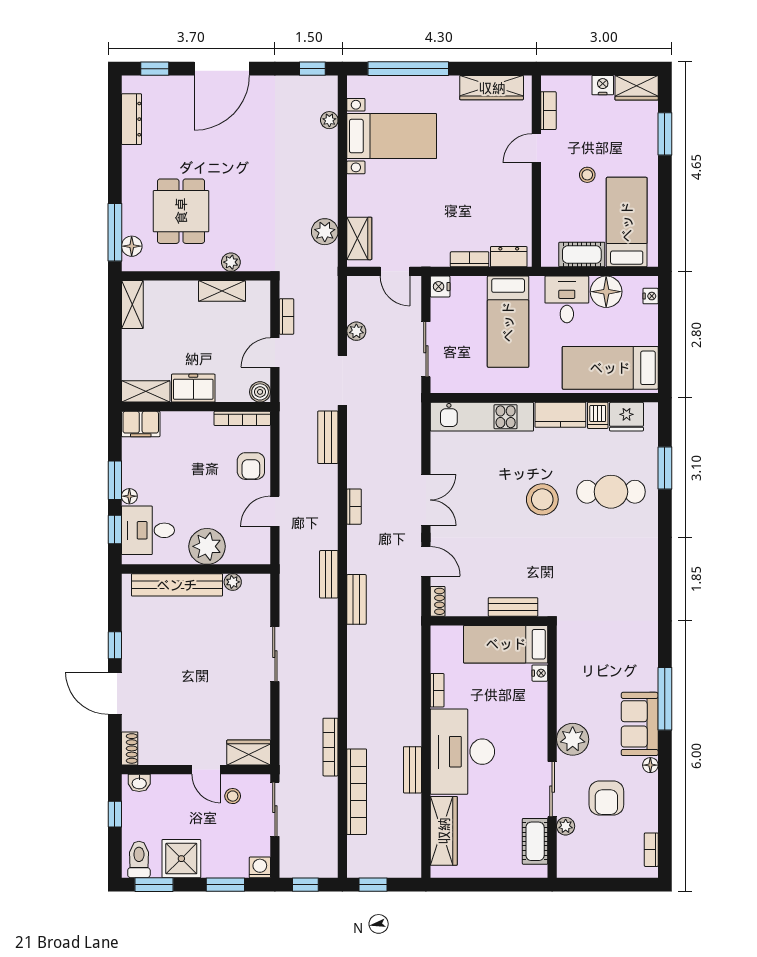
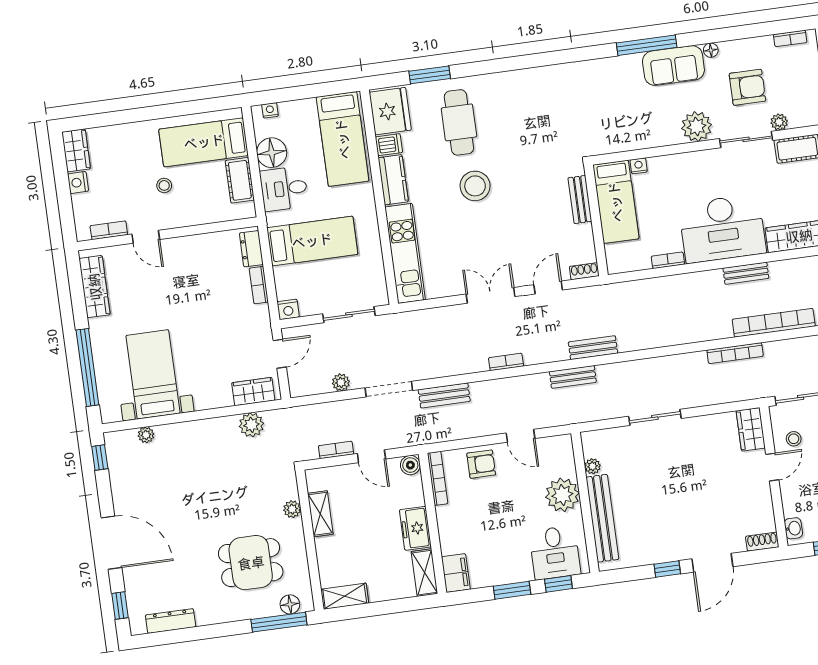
window: (665, 134) -> (116, 118), removed
fridge: (627, 417) -> (390, 111), width x1.36, depth x1.34
floor lamp: (129, 496) -> (525, 574), removed

